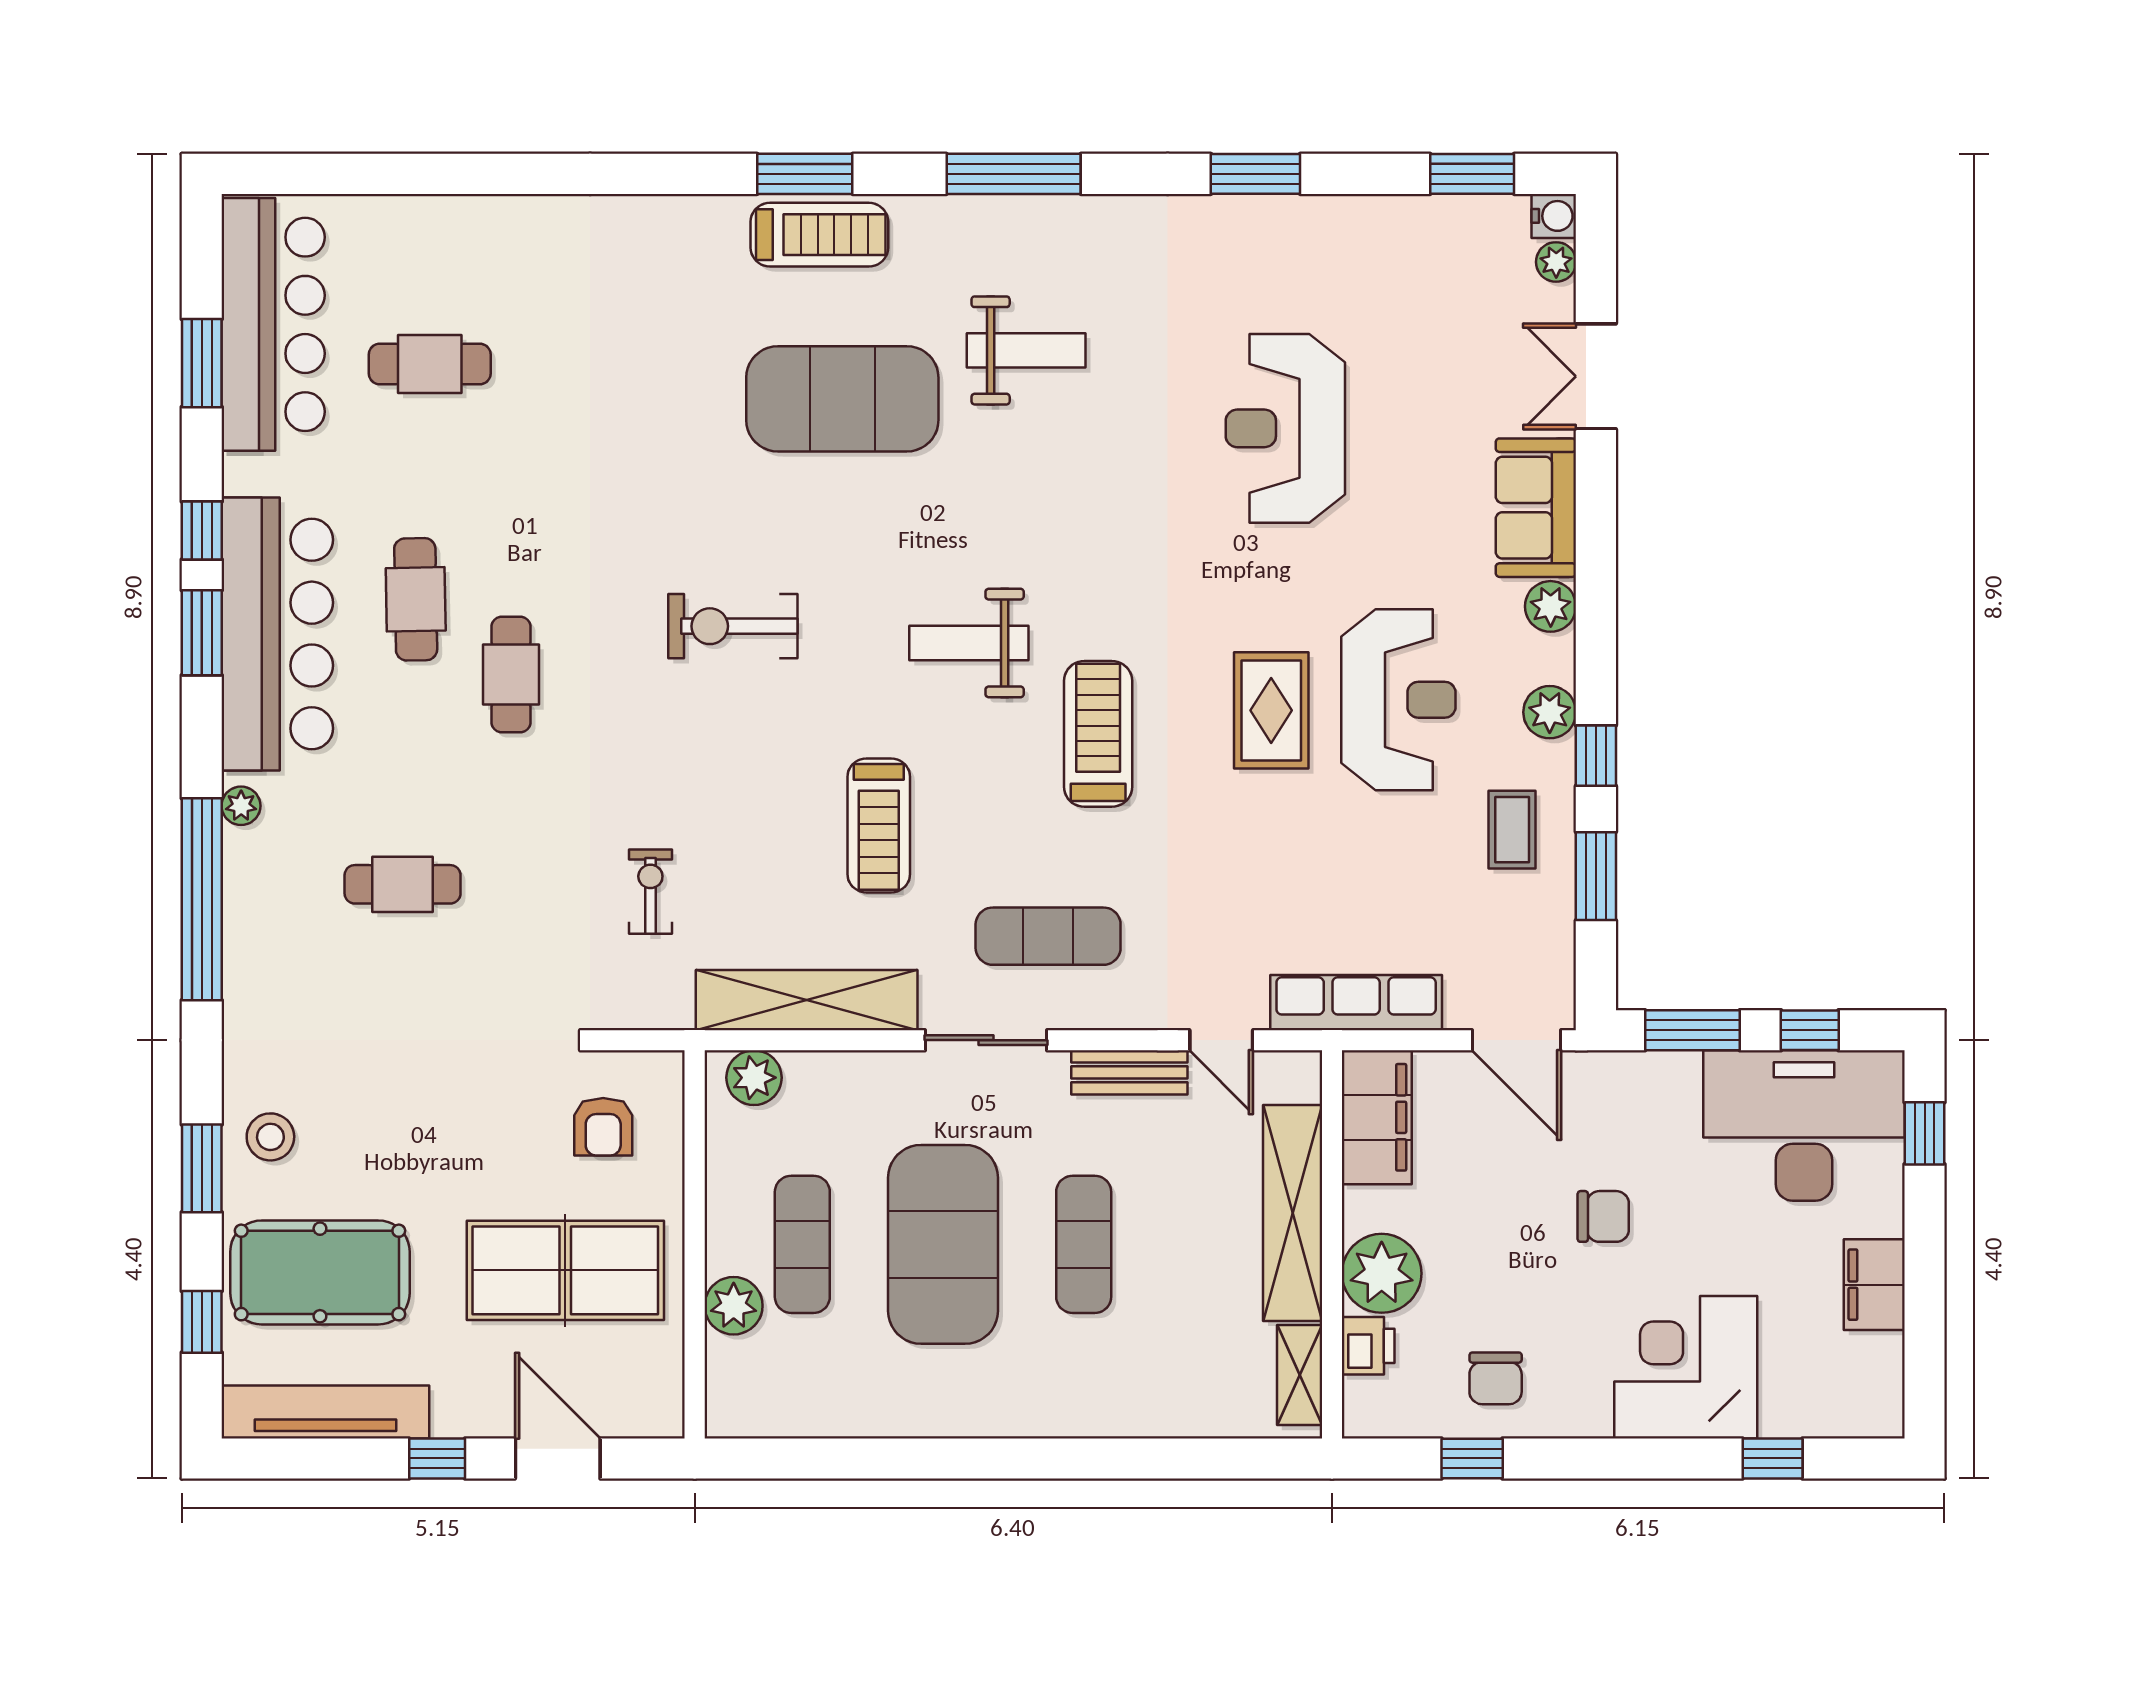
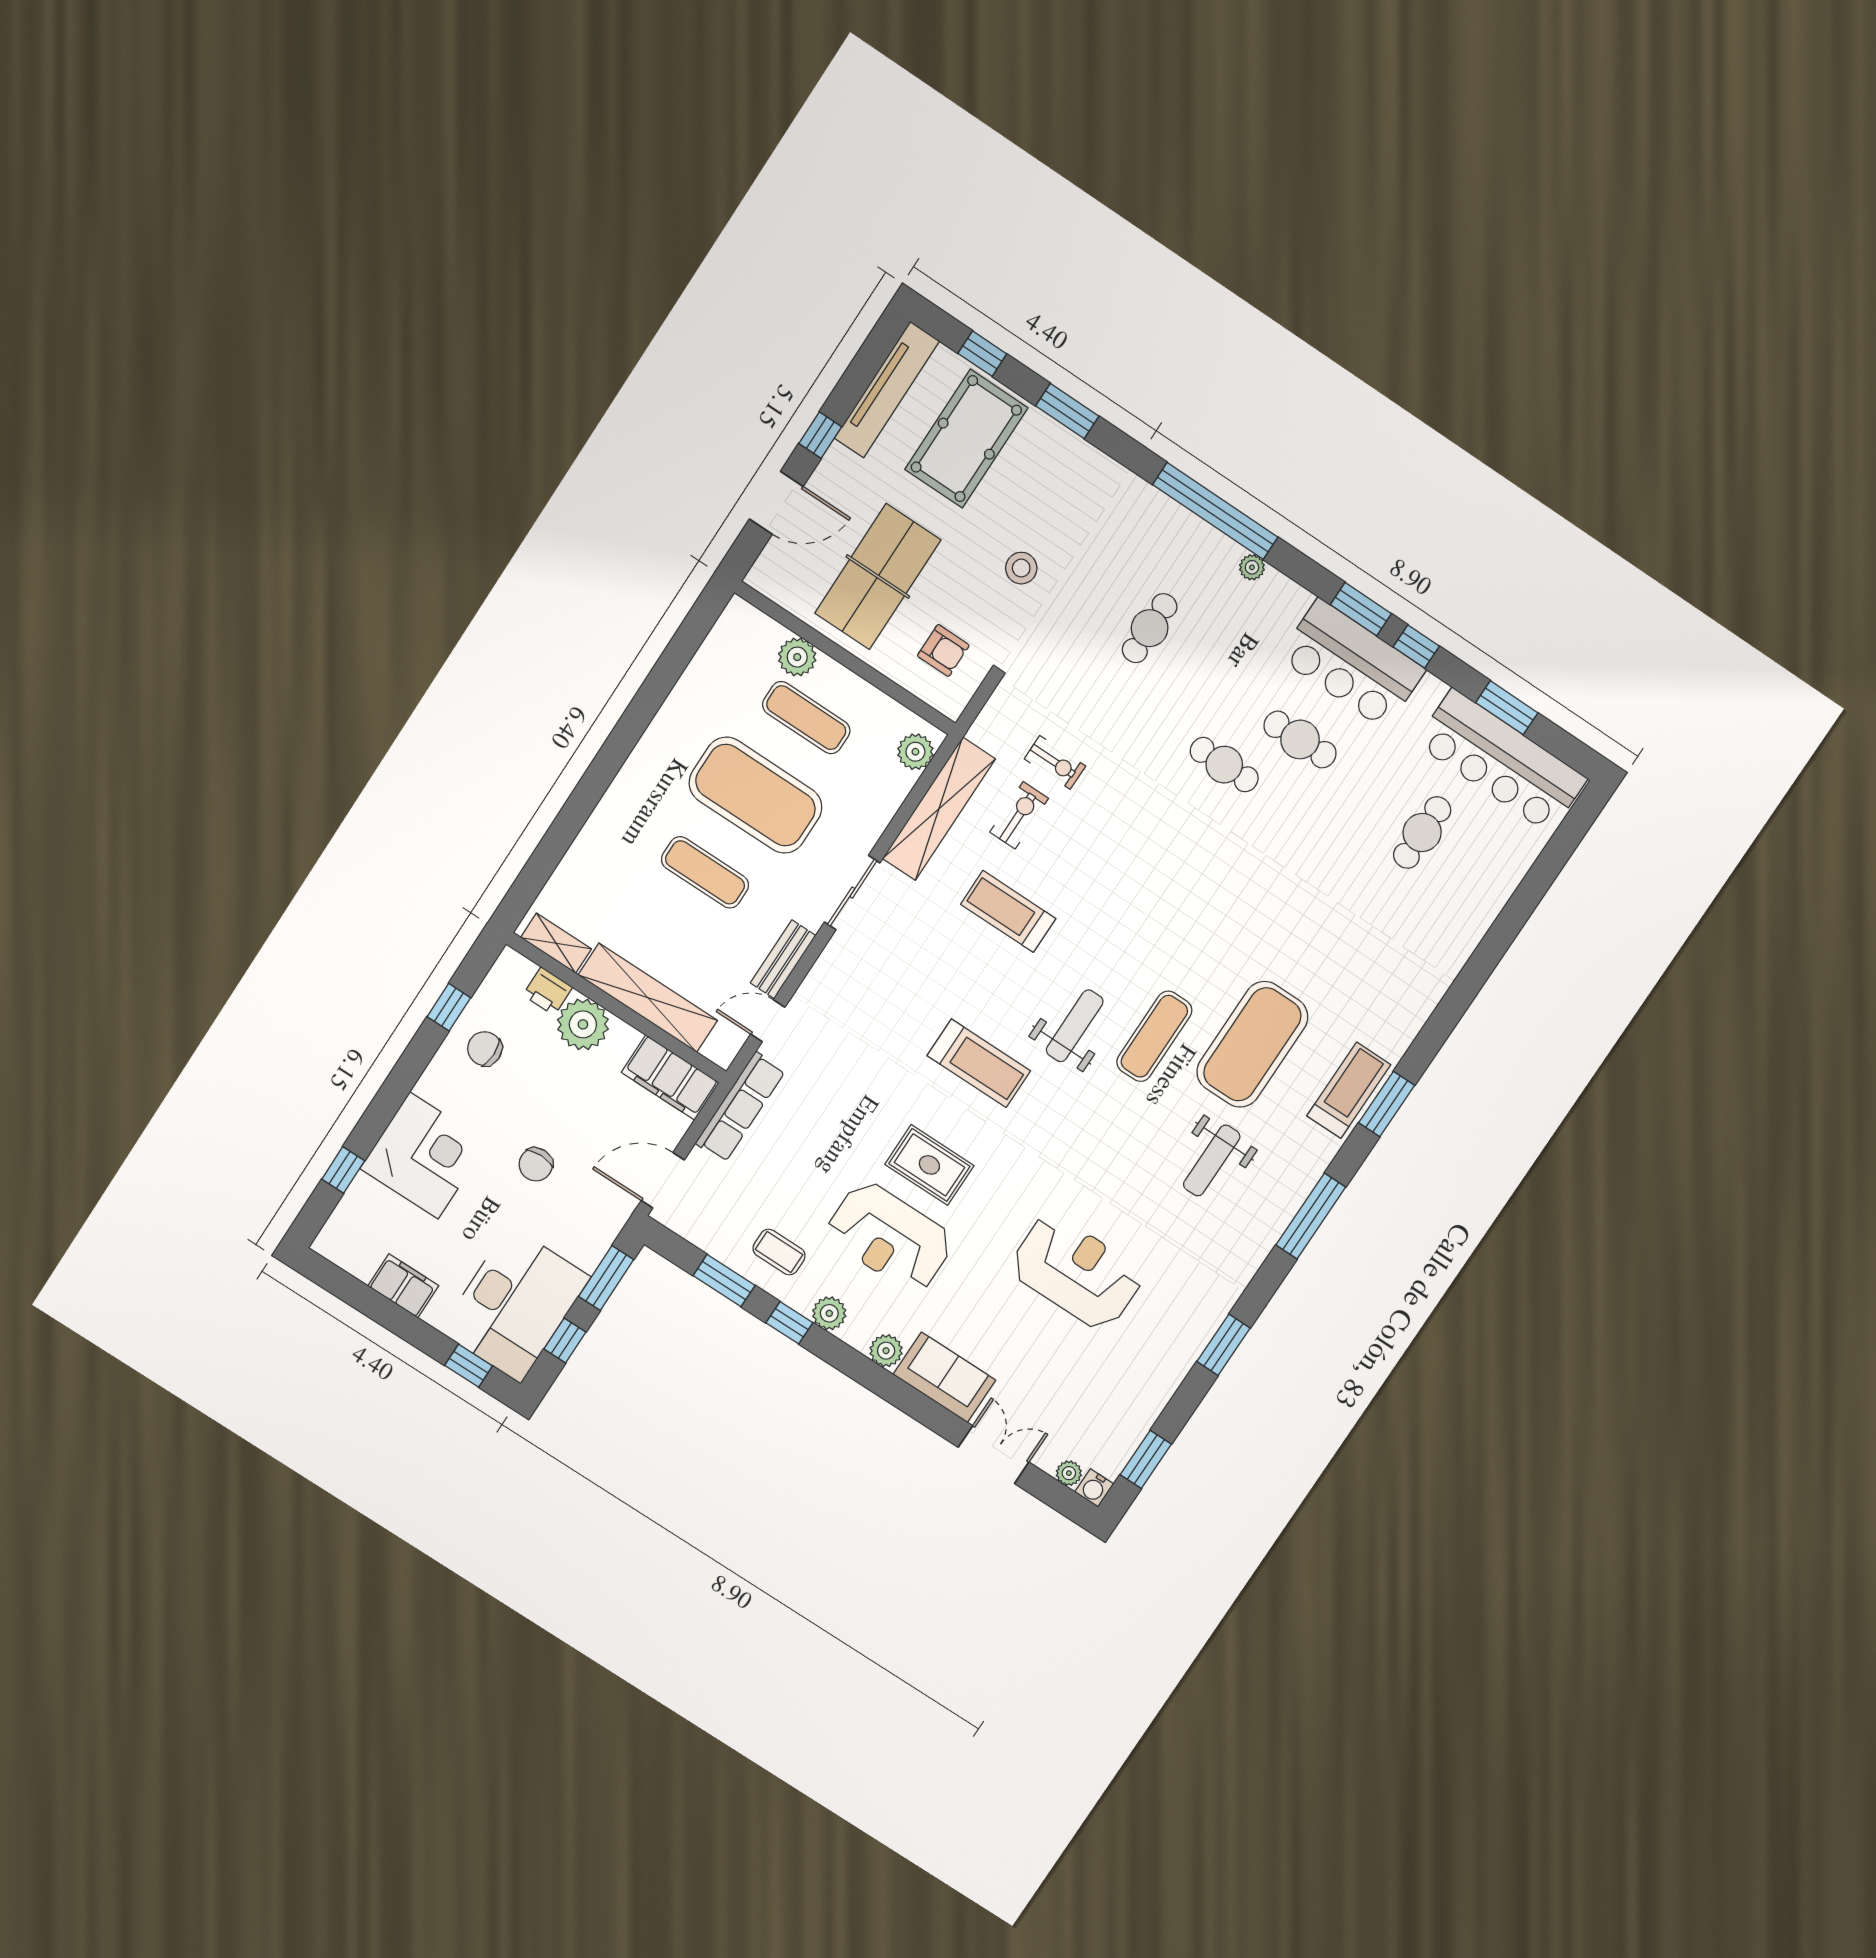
treadmill: (819, 235) -> (1349, 1090), turned 180
exercise bike: (733, 626) -> (1019, 815), moved, width x0.73, depth x0.72
bar counter: (277, 634) -> (1352, 664), width x0.73
exercise mat: (1048, 936) -> (1154, 1036), moved
armchair: (603, 1127) -> (943, 650), turned 180
stool: (270, 1137) -> (1021, 568), moved

